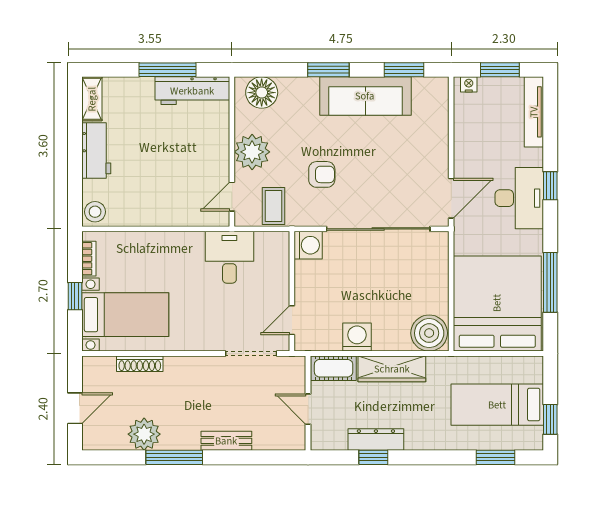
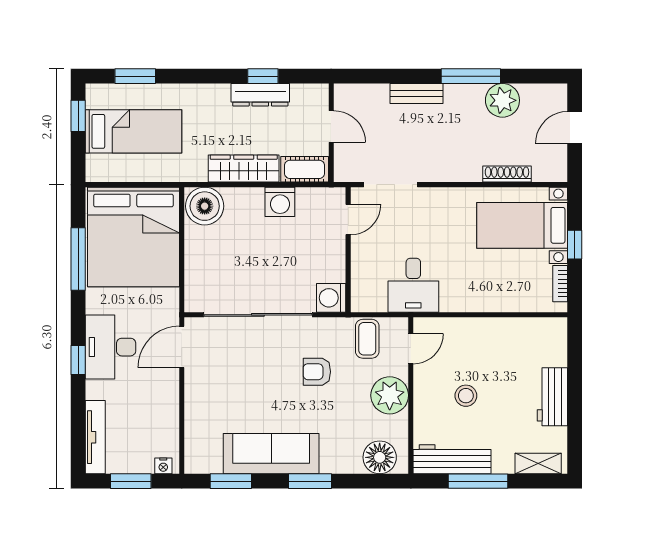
shelving: (92, 99) -> (538, 464), moved, turned 90
stool: (95, 212) -> (466, 396), moved

